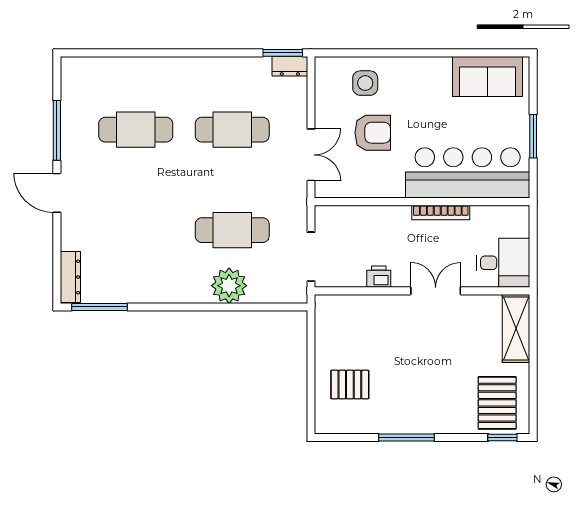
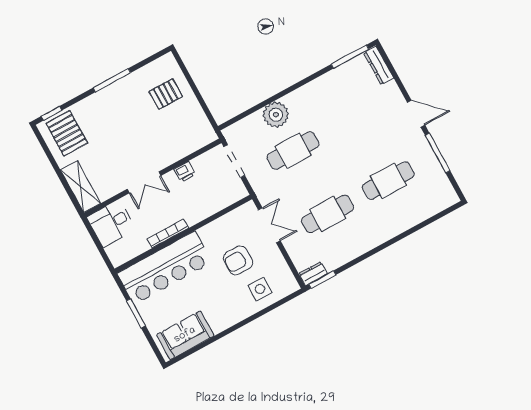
double door: (311, 155) -> (269, 225), swing flipped

